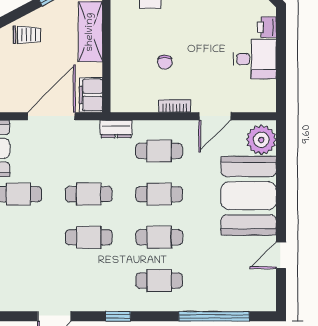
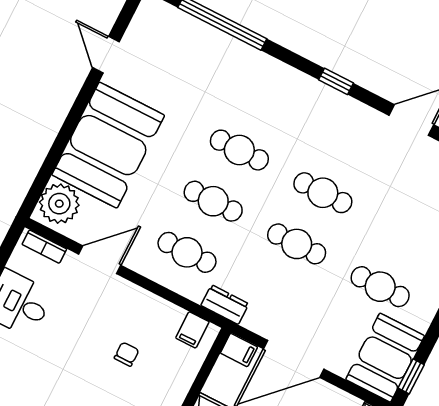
filing cabinet: (91, 95) -> (239, 350), width x0.50
filing cabinet: (129, 101) -> (192, 330), added
bookcase: (175, 106) -> (44, 247), moved
door: (281, 255) -> (106, 55), swing flipped
cafe table: (159, 280) -> (266, 99), removed

